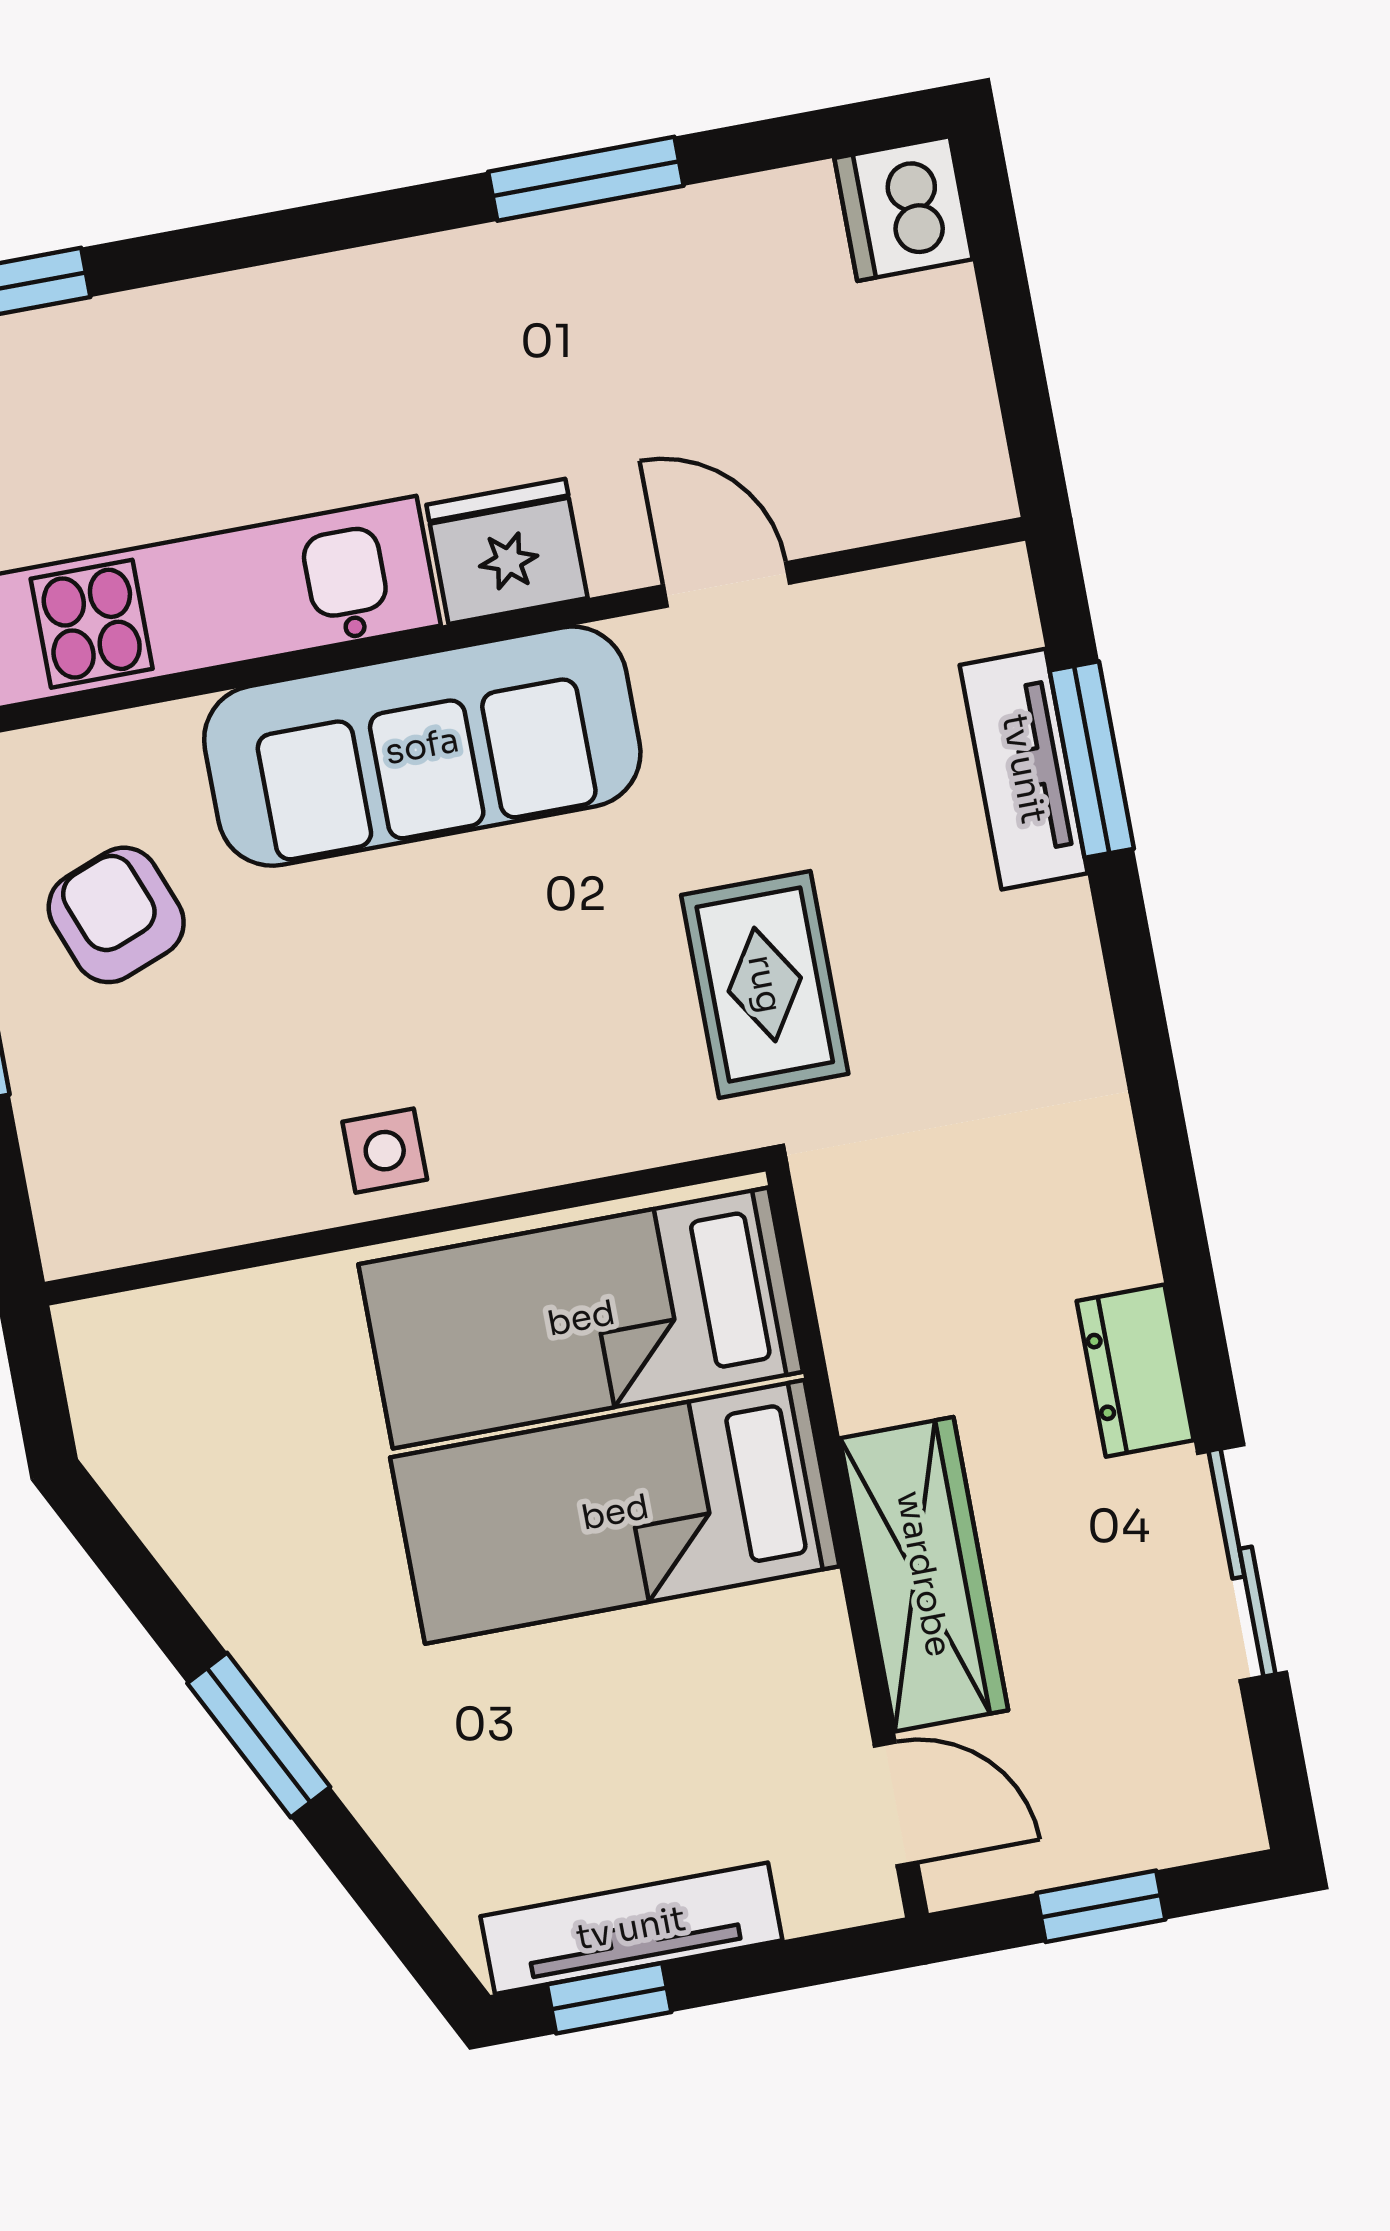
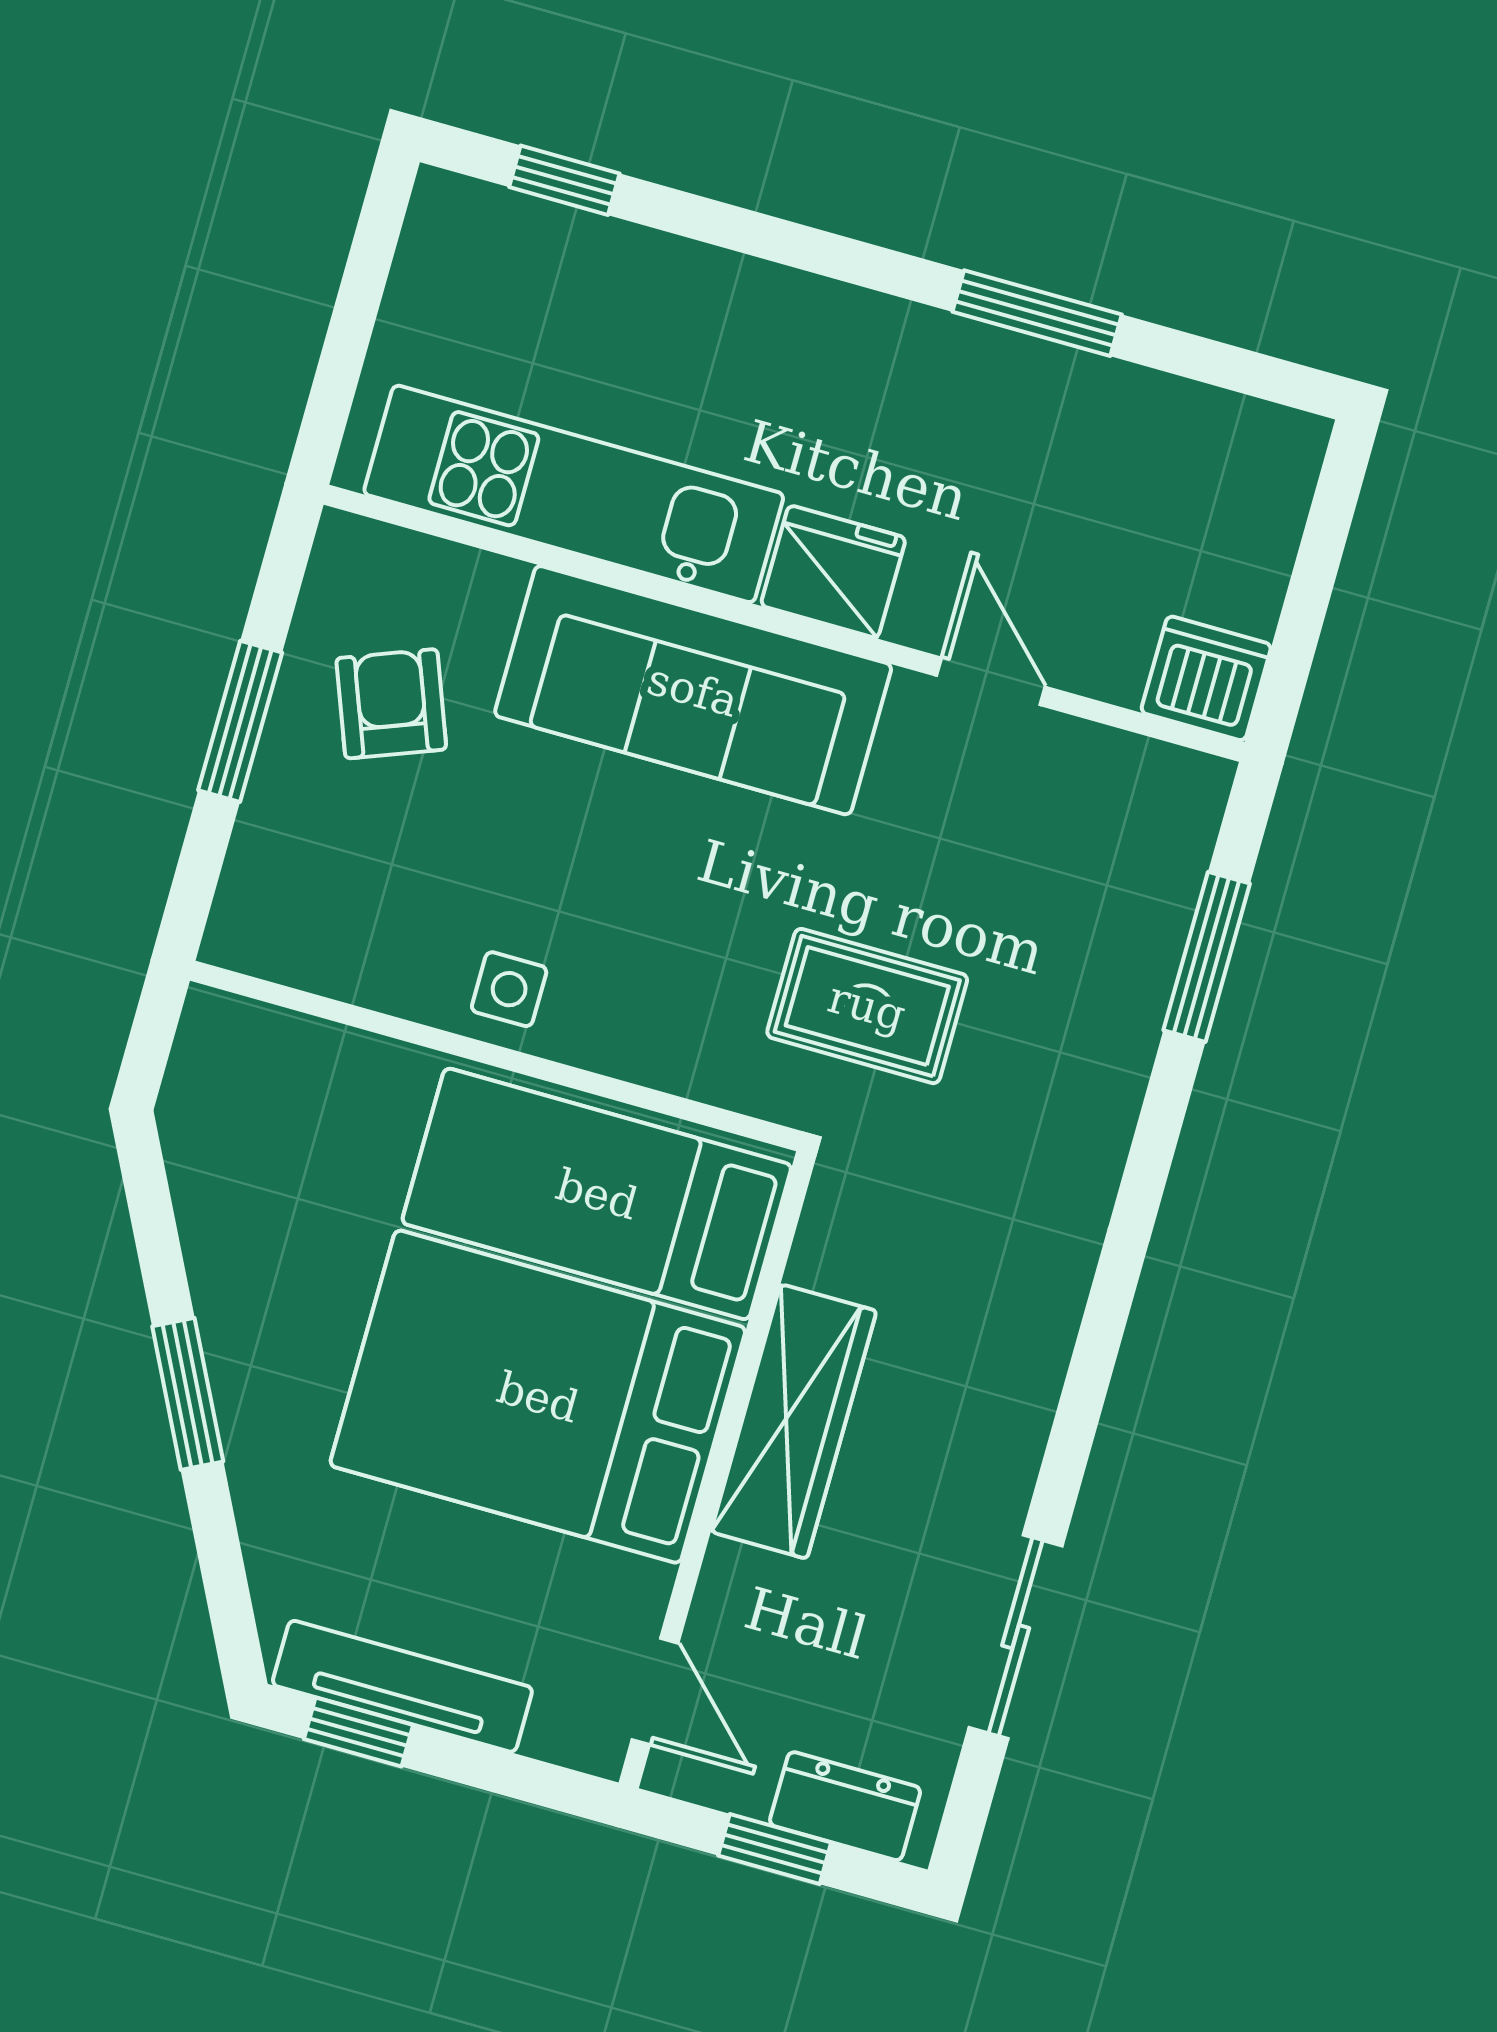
dishwasher: (903, 209) -> (1206, 678), moved, turned 90
tv unit: (1024, 769) -> (1150, 938), removed
rug: (765, 984) -> (867, 1006), turned 90
dresser: (1135, 1371) -> (845, 1806), moved, turned 90
bed: (615, 1512) -> (538, 1397), width x1.50
wardrobe: (924, 1574) -> (794, 1421), moved

